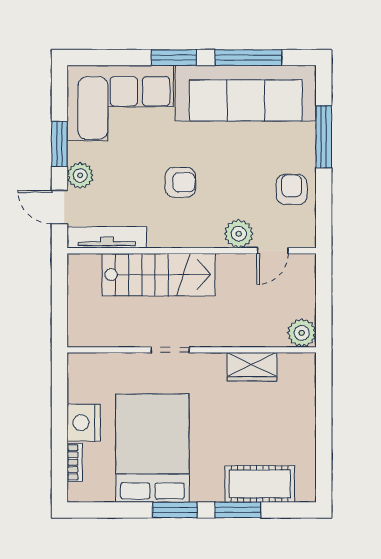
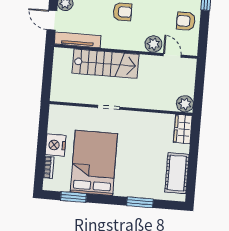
armchair: (292, 189) -> (186, 21), turned -90
door: (273, 251) -> (172, 55), swing flipped
wardrobe: (252, 367) -> (183, 129), moved, turned 90
cot: (260, 484) -> (177, 173), moved, turned 90
window: (175, 510) -> (73, 197), moved

